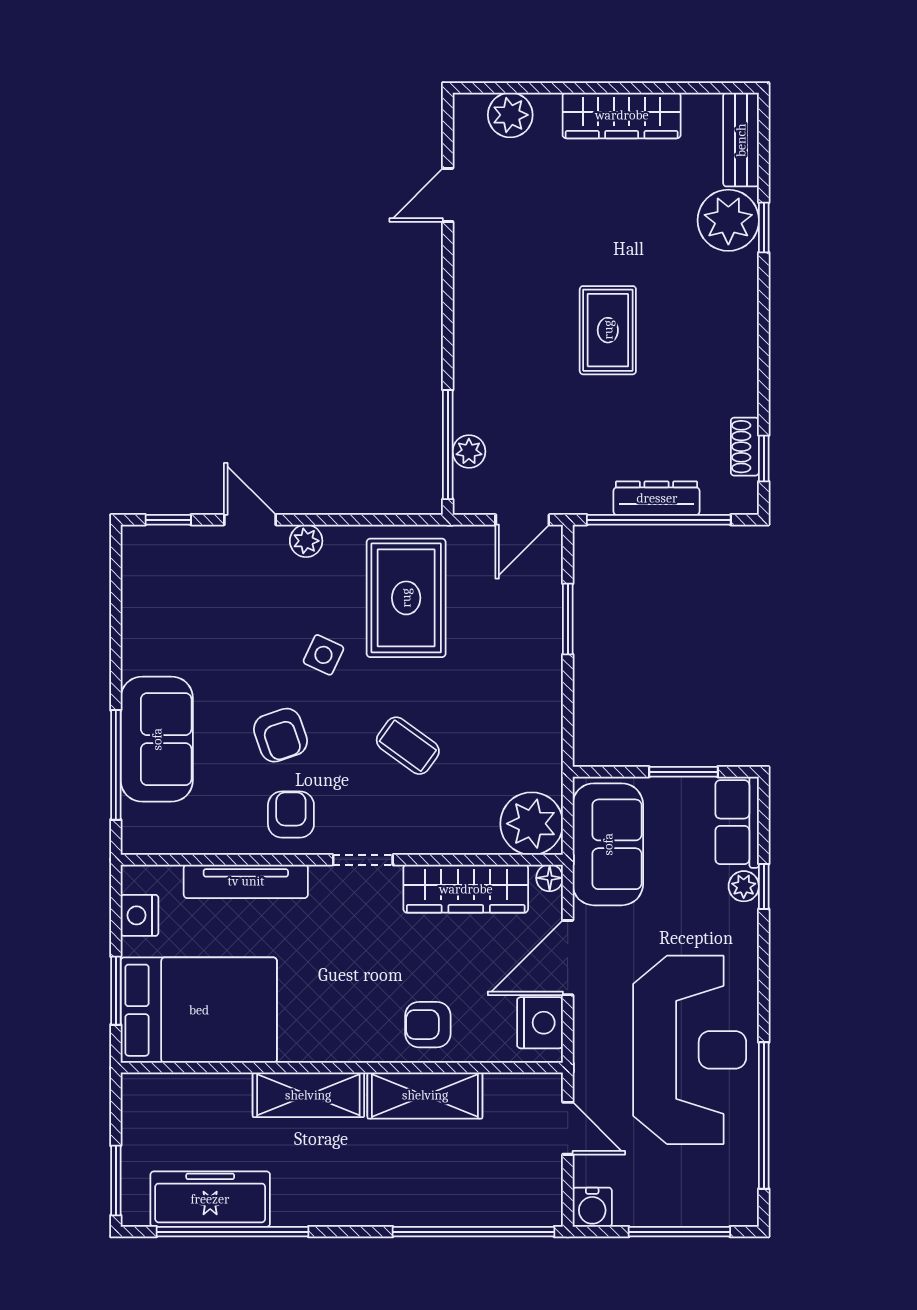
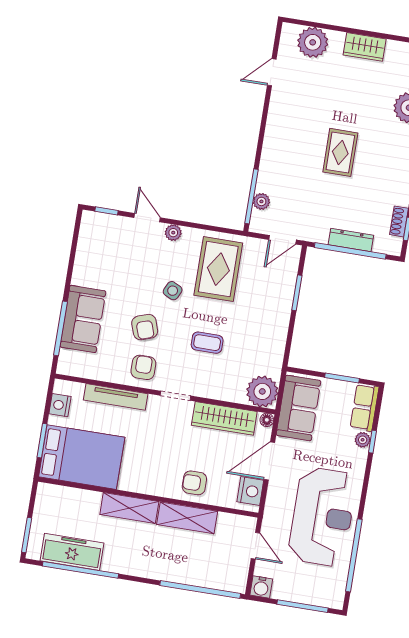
plant: (510, 115) -> (313, 42), width x1.36, depth x1.36
wardrobe: (622, 115) -> (365, 47), width x0.67
coffee table: (408, 746) -> (207, 343), turned -36

